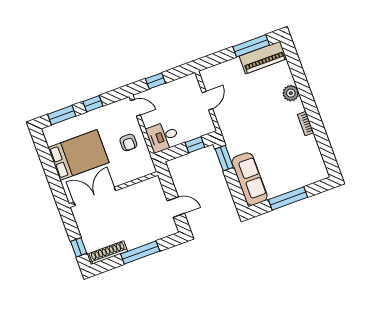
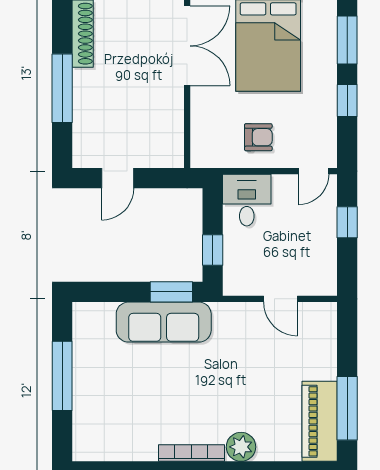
bookcase: (306, 124) -> (191, 453), width x1.56
armchair: (128, 142) -> (258, 137), turned 180
sofa: (250, 179) -> (164, 322), moved

